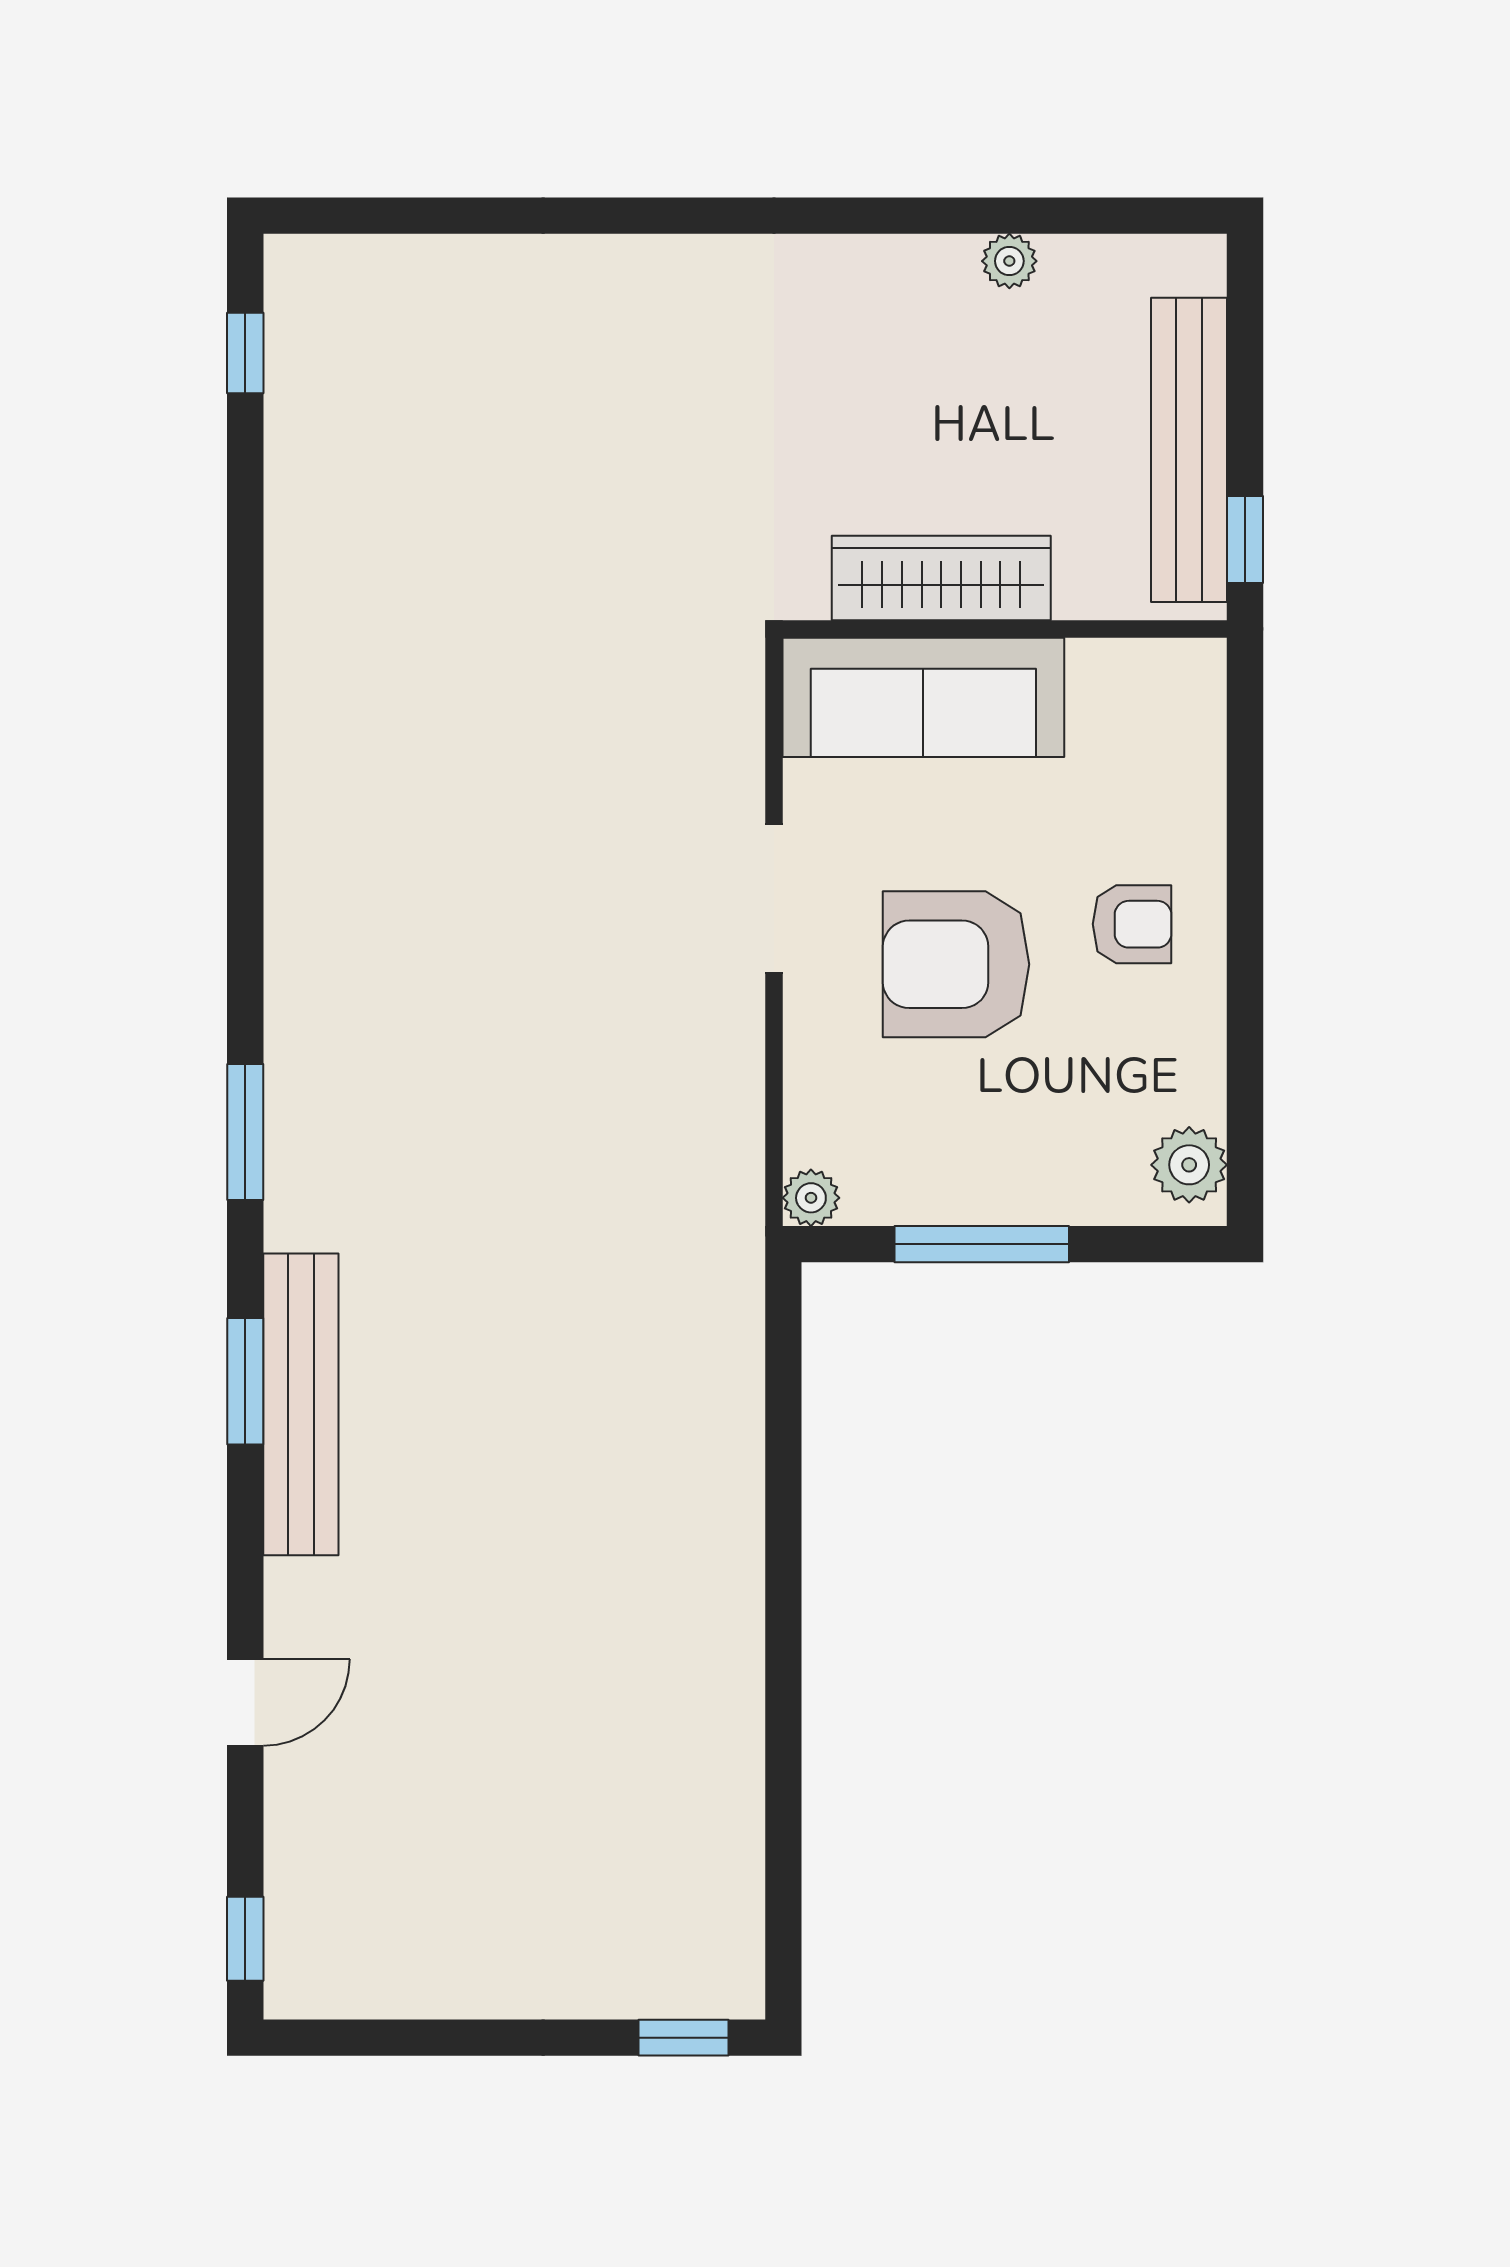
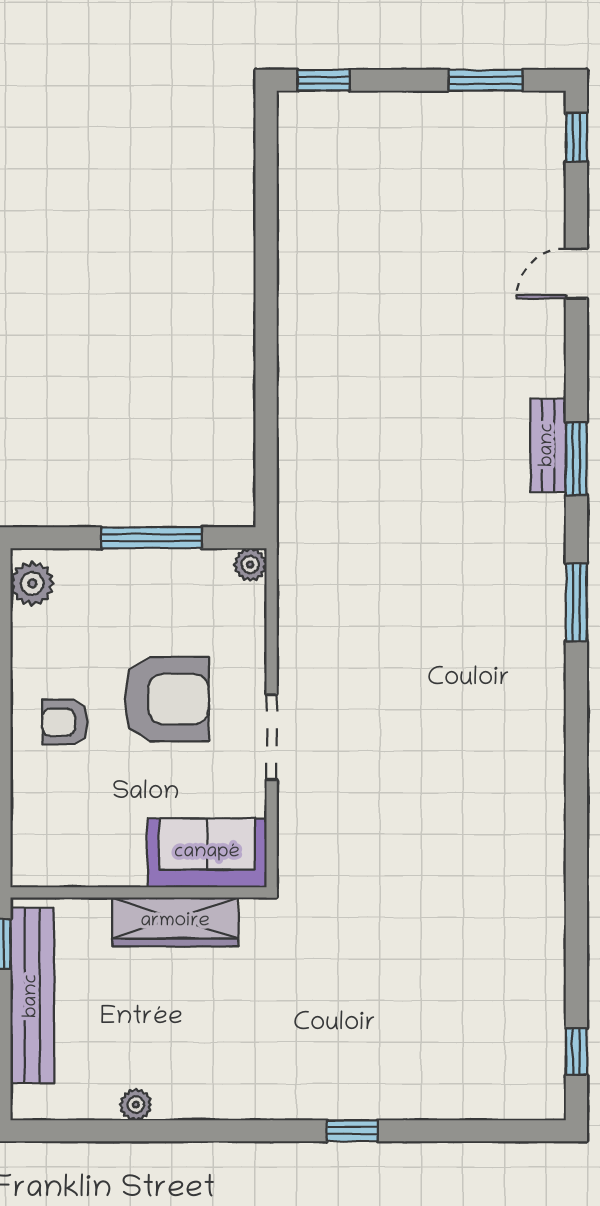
window: (634, 216) -> (352, 1131), added
sofa: (923, 697) -> (207, 853), width x0.73
bench: (301, 1404) -> (548, 445), width x0.54, depth x0.82
window: (403, 2038) -> (486, 80), added

